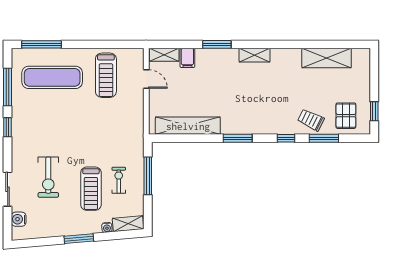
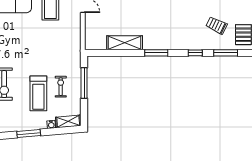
trolley: (311, 120) -> (217, 25), moved
shelving: (188, 126) -> (125, 43), width x0.68

